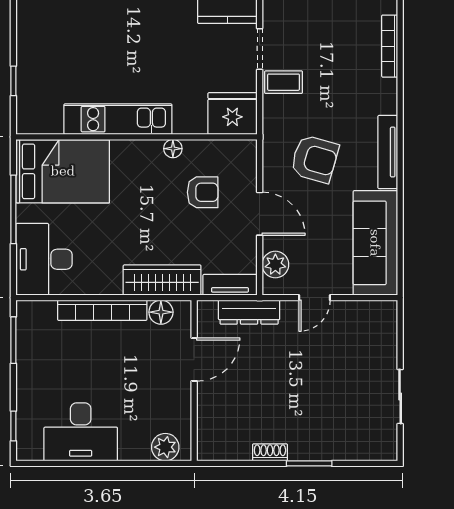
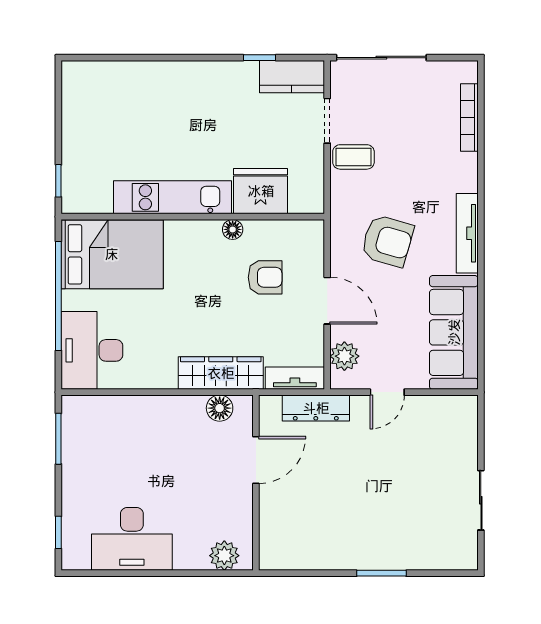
window: (13, 81) -> (58, 181), moved
fridge: (232, 114) -> (261, 191), moved
window: (13, 209) -> (58, 296), width x1.46
bookcase: (102, 310) -> (155, 406), removed
shoe rack: (270, 452) -> (339, 561), removed

